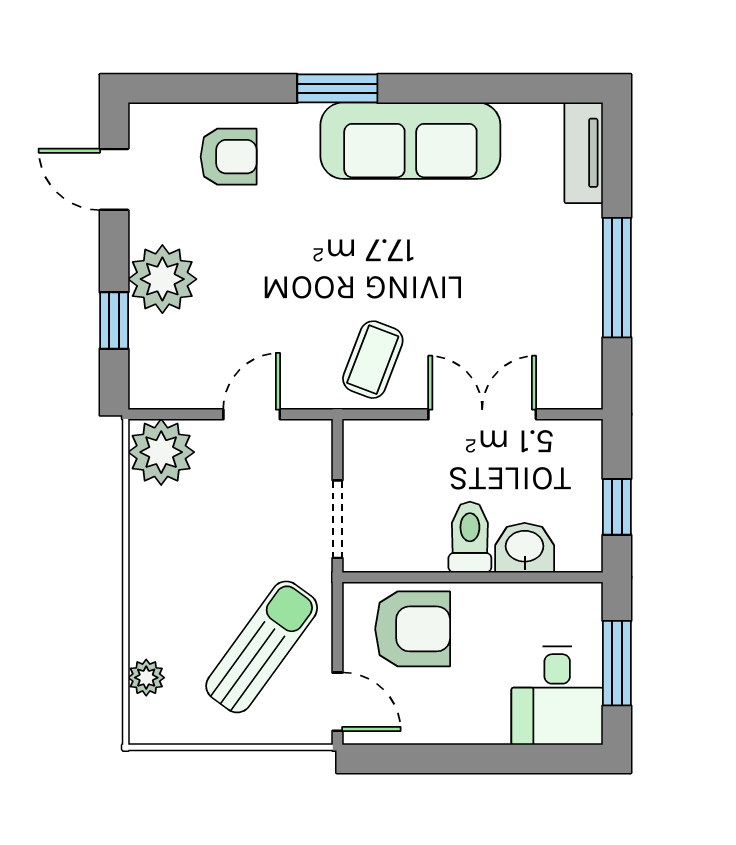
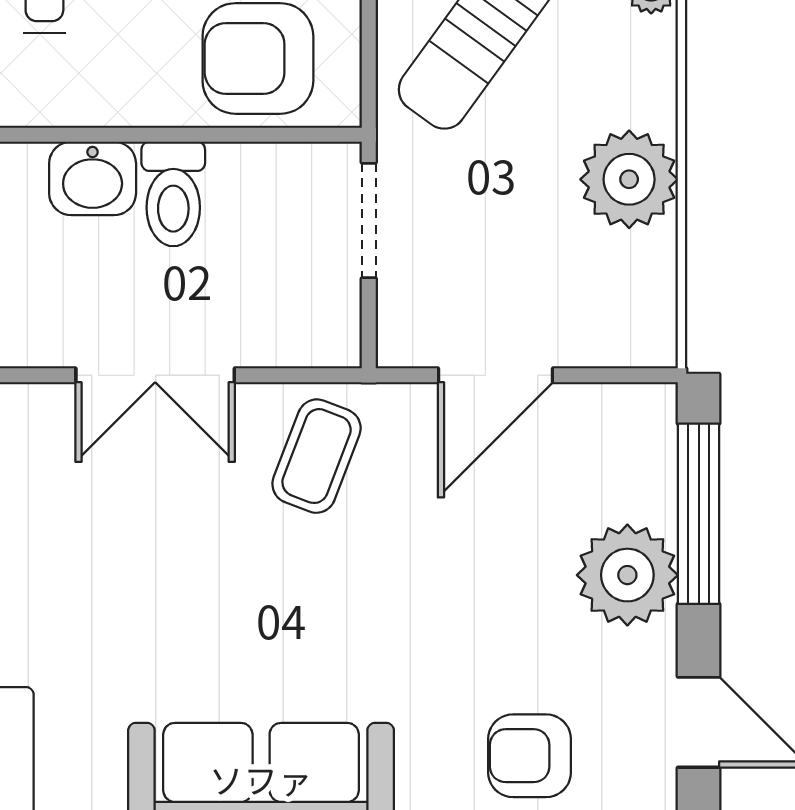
window: (114, 321) -> (699, 514), width x2.17
door: (252, 414) -> (496, 375), width x1.38
plant: (161, 452) -> (629, 179), moved

